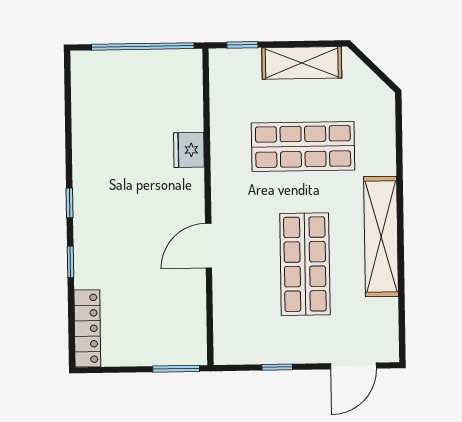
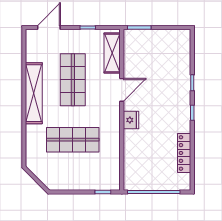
shelving: (302, 63) -> (112, 53), moved, turned 90
fridge: (189, 150) -> (131, 120), moved
locker: (87, 328) -> (184, 153), moved

